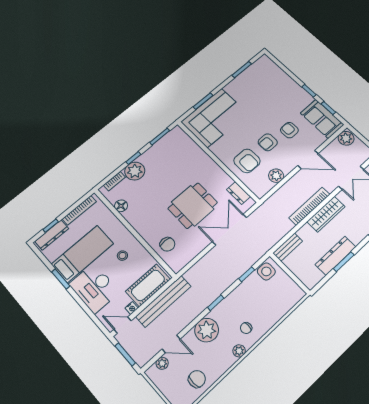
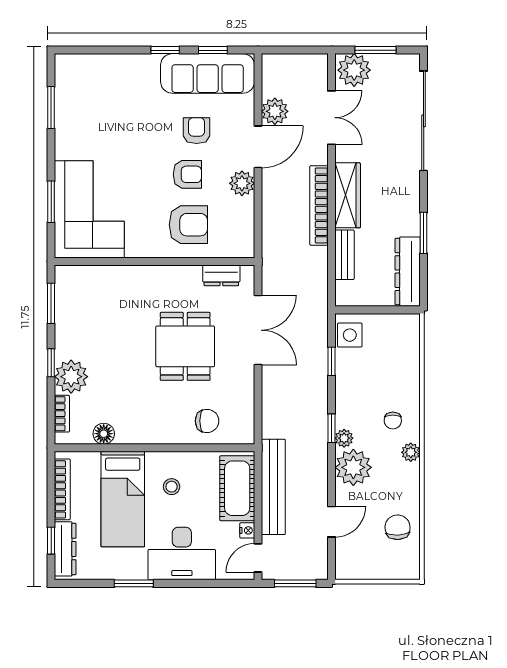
sofa: (322, 119) -> (208, 73), width x1.36
armchair: (289, 130) -> (197, 131), turned 90
plant: (346, 138) -> (275, 111), moved
armchair: (268, 142) -> (187, 174), turned -90
plant: (276, 176) -> (242, 183), moved
double door: (230, 230) -> (258, 330), swing flipped
bench: (288, 247) -> (345, 255), moved
bed: (82, 254) -> (123, 499), moved, turned 180
dresser: (336, 256) -> (408, 272), moved
plant: (162, 363) -> (344, 438), moved

